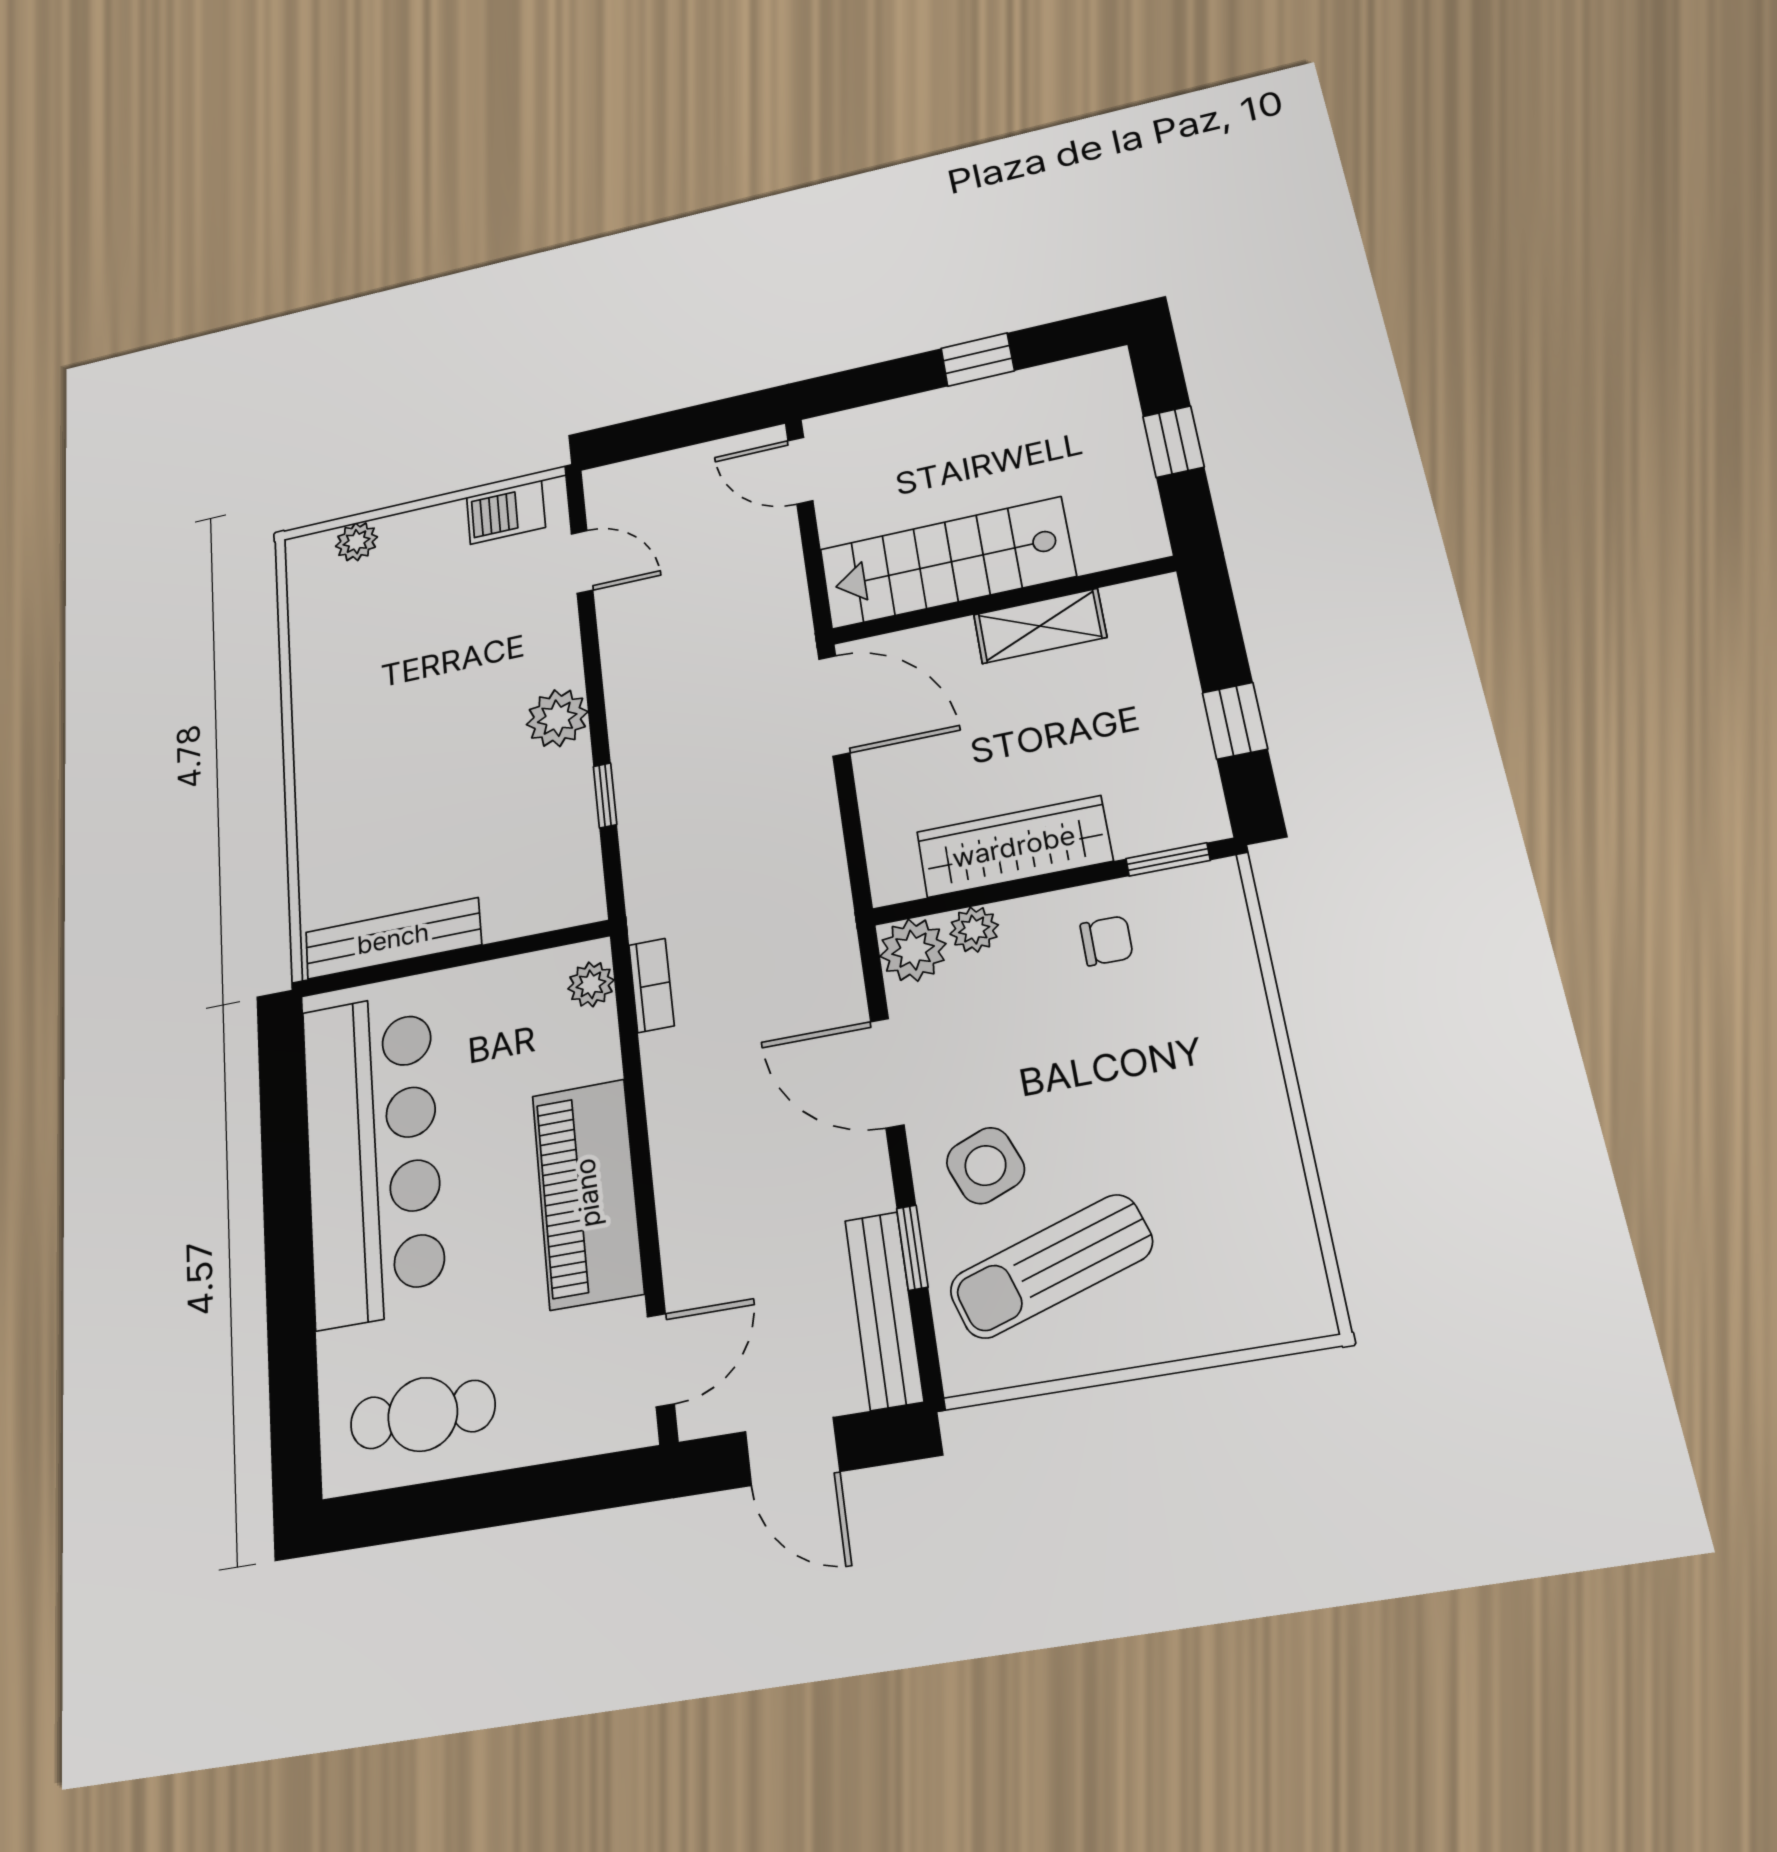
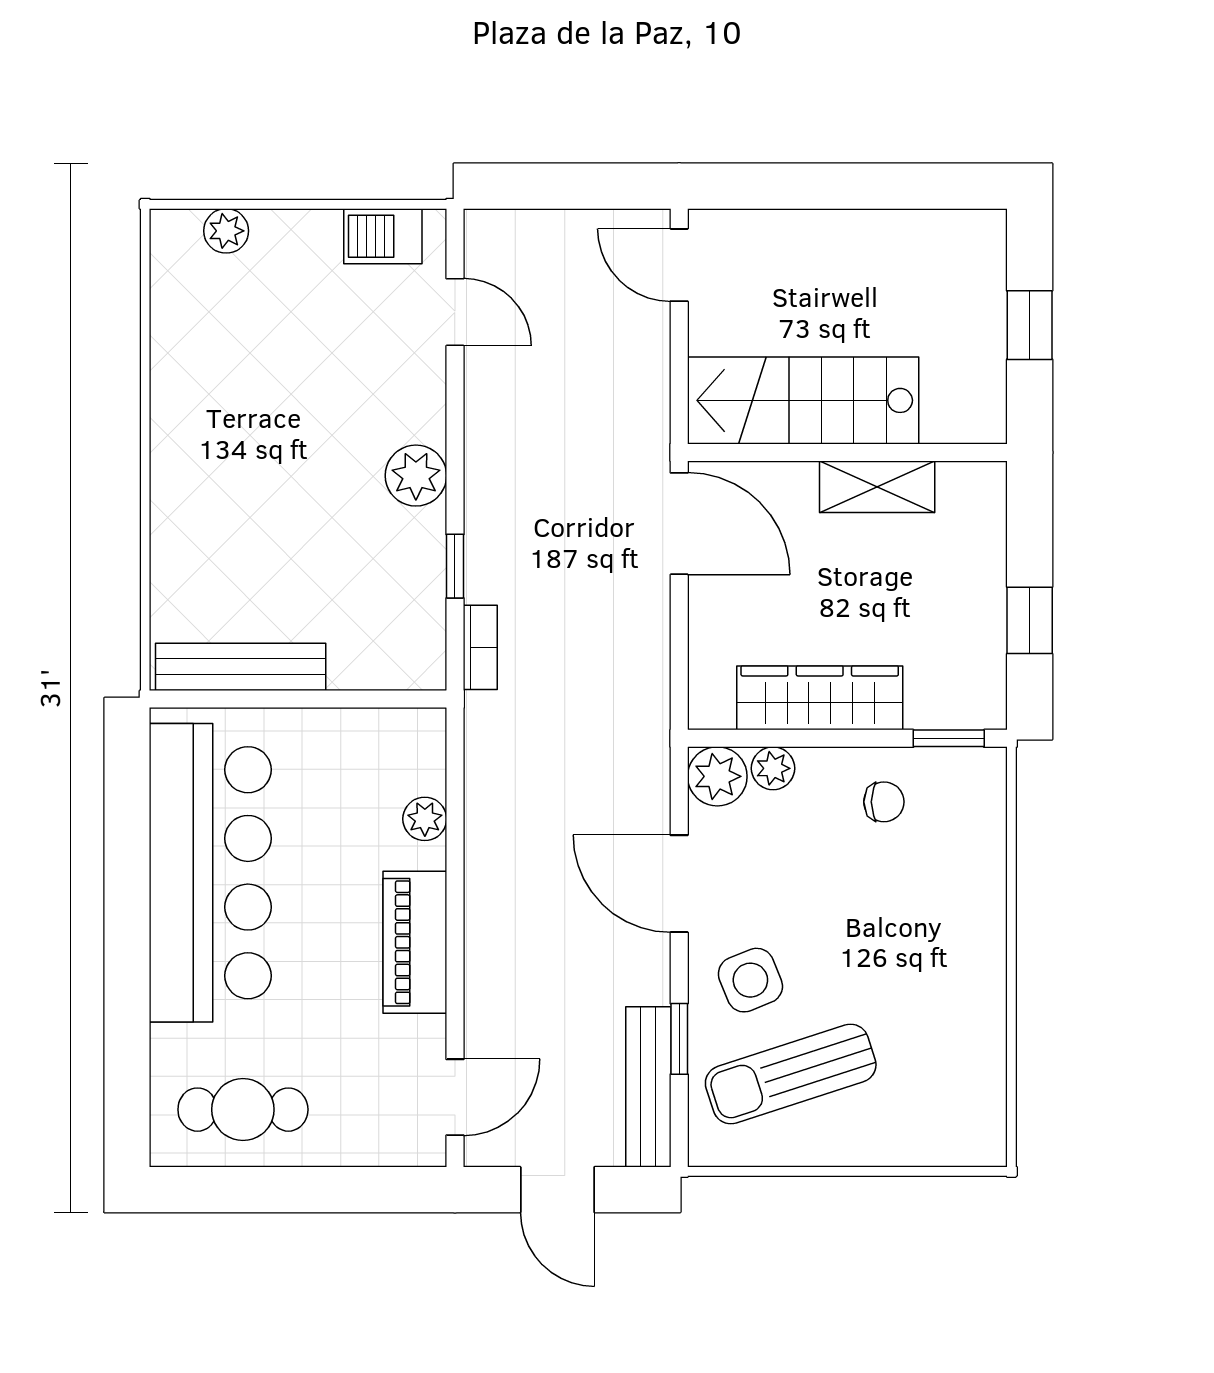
window: (978, 360) -> (865, 186), removed
plant: (591, 984) -> (425, 819), moved
bookcase: (651, 985) -> (480, 647), moved
piano: (587, 1193) -> (415, 942), width x0.73, depth x0.75

